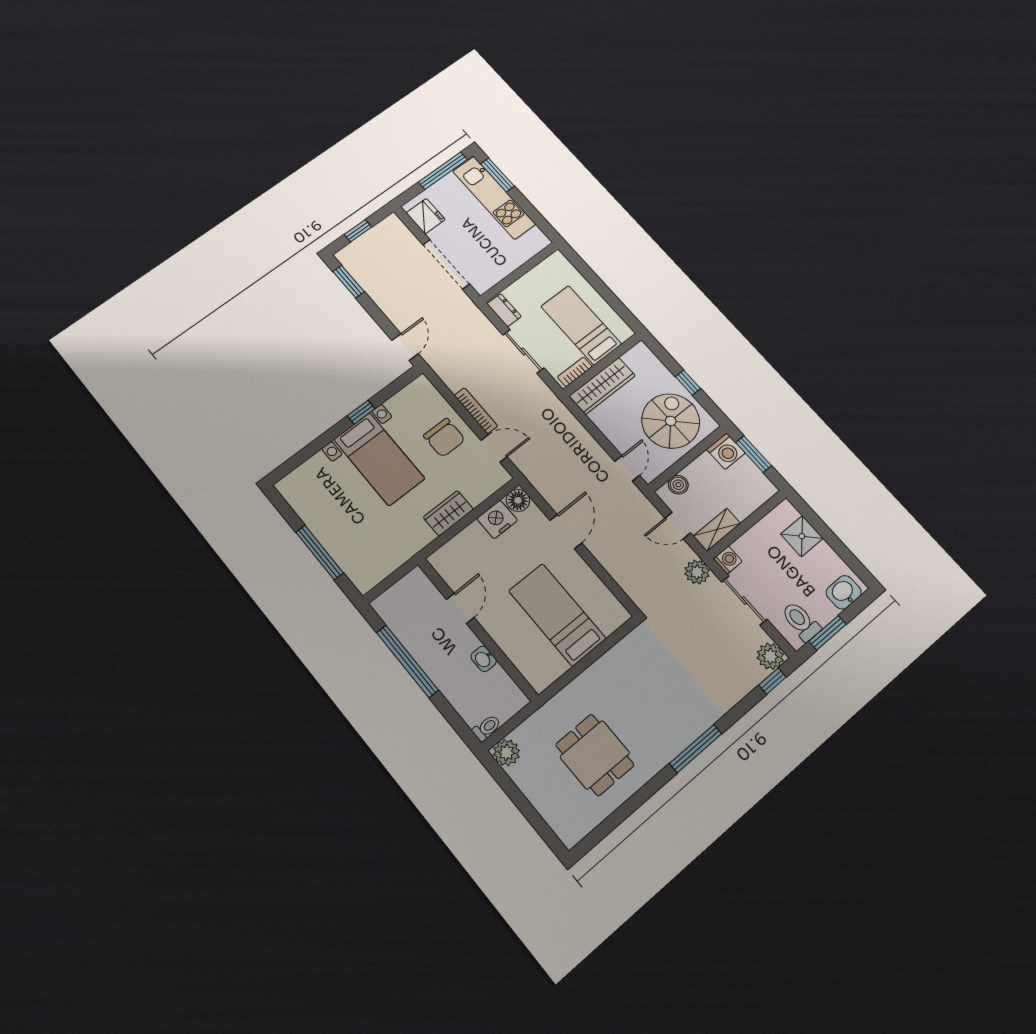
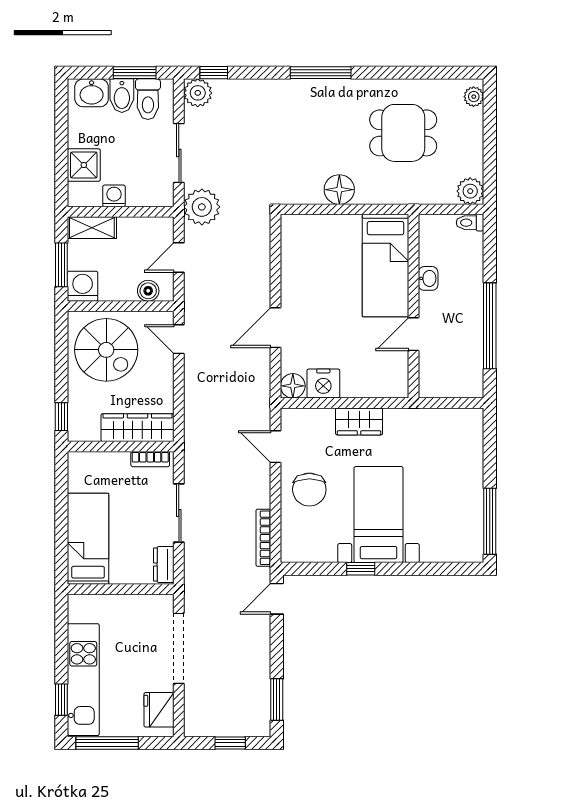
window: (497, 175) -> (61, 700), width x0.67
bed: (581, 325) -> (88, 539), moved, turned 180
window: (688, 383) -> (61, 417), moved
bookcase: (476, 411) -> (263, 538), moved
spiral stairs: (671, 421) -> (106, 350), turned -90
chair: (444, 438) -> (309, 490), turned 180
door: (627, 468) -> (179, 339), hinge flipped
door: (678, 525) -> (179, 257), swing flipped
shelving: (717, 530) -> (92, 228), moved
window: (320, 552) -> (490, 521), moved
washing machine: (728, 560) -> (114, 196), moved, turned 90
plant: (697, 572) -> (202, 207), width x1.36, depth x1.36
bidet: (821, 608) -> (122, 96), added
bed: (557, 615) -> (386, 266), moved
floor lamp: (606, 671) -> (339, 190), added
dining table: (595, 755) -> (403, 133), turned 90
plant: (565, 830) -> (474, 97), added

